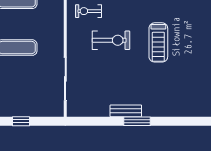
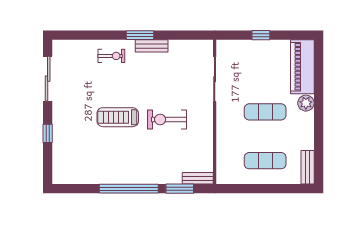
exercise bike: (88, 11) -> (111, 56), moved
treadmill: (158, 42) -> (118, 117), turned -90

